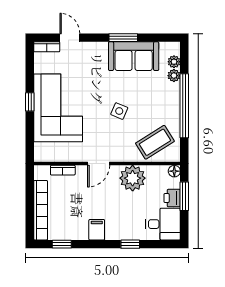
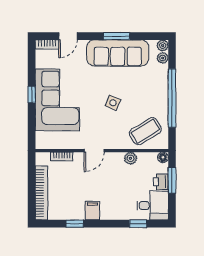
door: (70, 38) -> (68, 36), swing flipped
sofa: (134, 56) -> (118, 53), width x1.36
plant: (174, 76) -> (163, 45), moved
plant: (133, 178) -> (130, 158), width x0.53, depth x0.53
window: (62, 244) -> (75, 224), moved
window: (130, 244) -> (138, 224), moved

